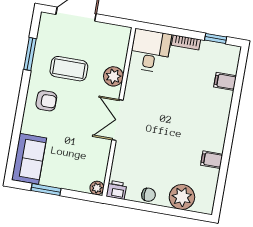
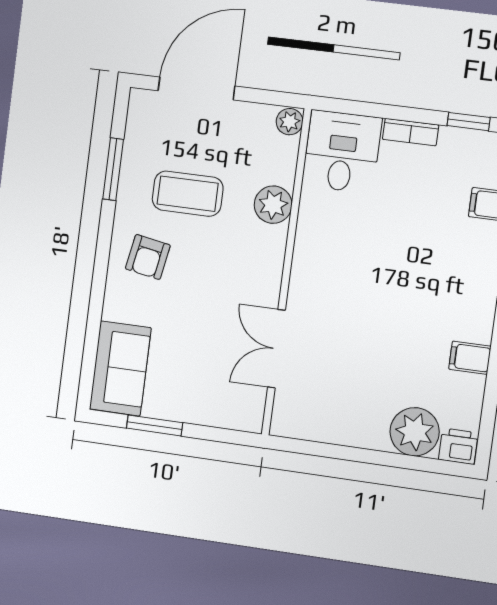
armchair: (46, 101) -> (148, 257), turned 100
double door: (117, 120) -> (276, 349), moved
plant: (97, 188) -> (290, 122), moved
printer: (116, 190) -> (458, 446), moved
chair: (148, 195) -> (350, 429), removed

